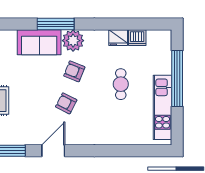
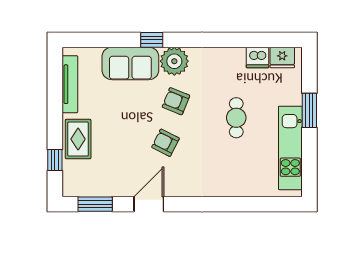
window: (56, 24) -> (152, 40), width x0.46
fridge: (118, 38) -> (282, 57), moved
window: (177, 78) -> (309, 110), width x0.47

